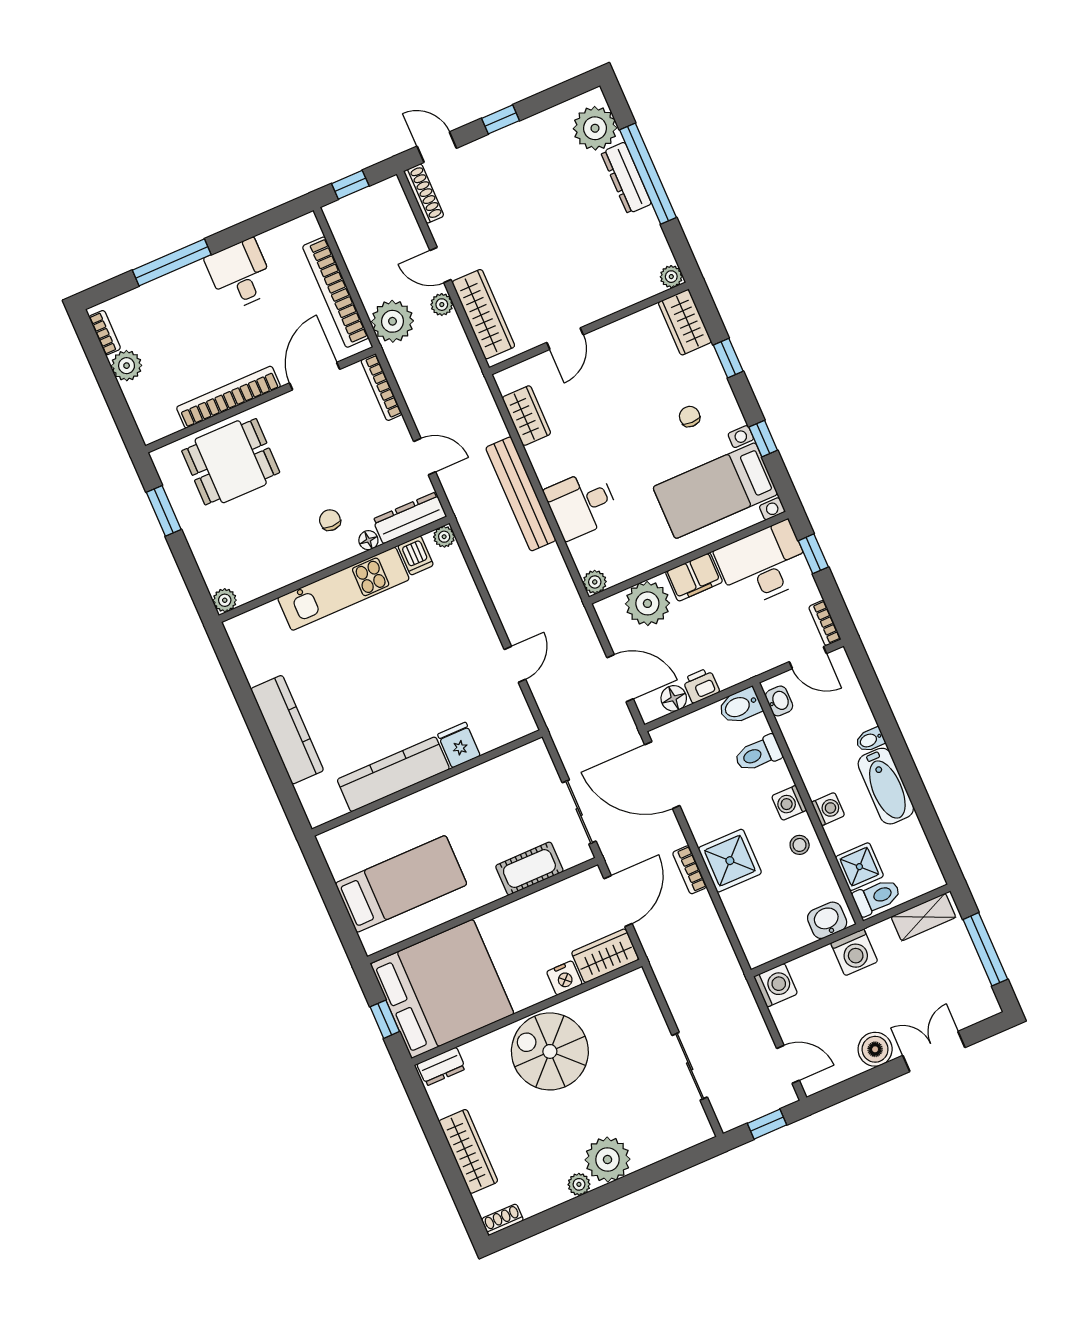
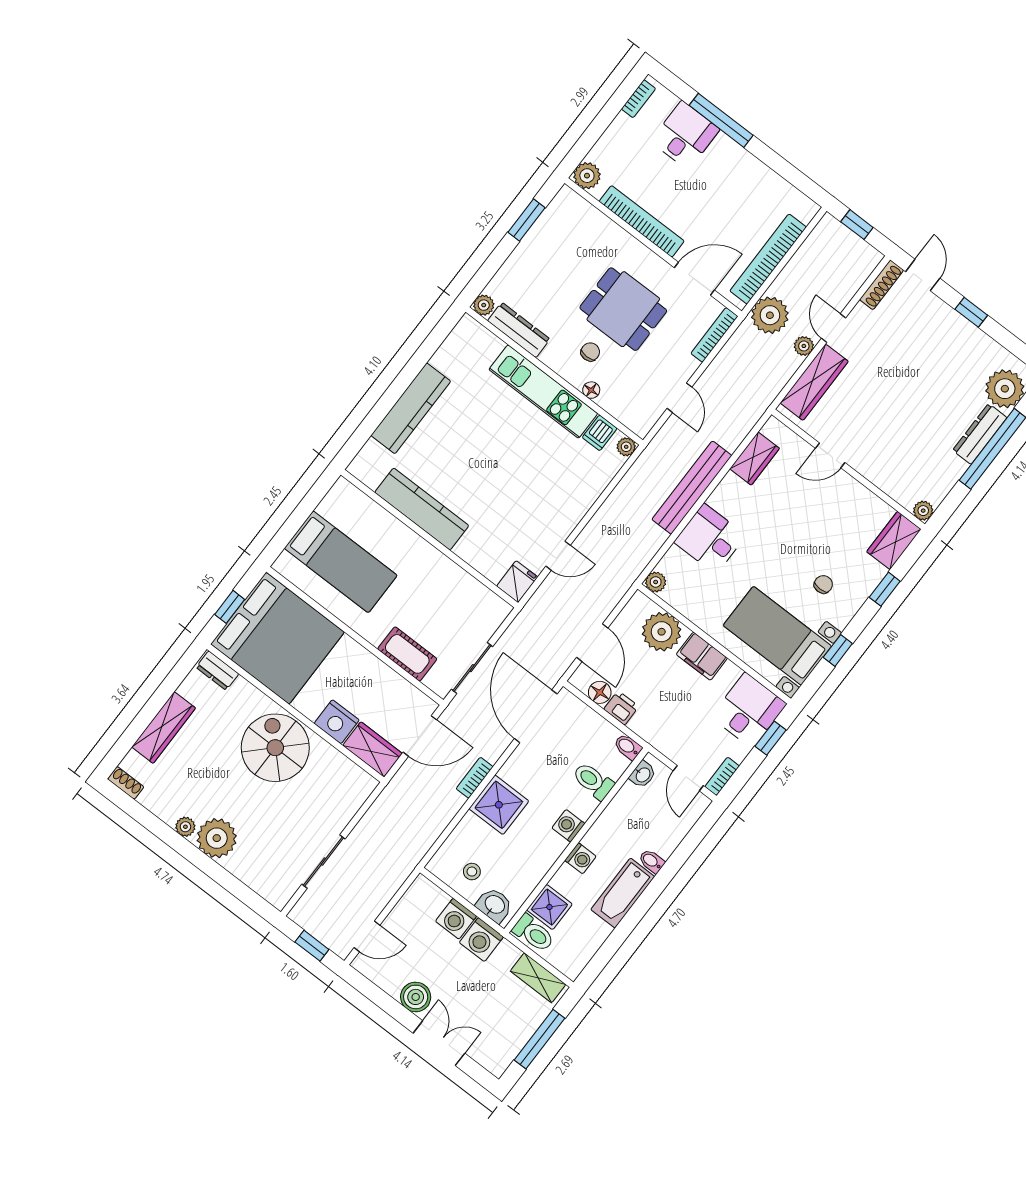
desk: (240, 275) -> (685, 135), moved
plant: (127, 366) -> (587, 176), moved
dining table: (231, 462) -> (623, 309), moved
dresser: (410, 518) -> (519, 330), moved
desk: (763, 565) -> (749, 710), width x0.73
bidet: (740, 706) -> (628, 747), width x0.72, depth x0.74
fridge: (459, 745) -> (517, 582), moved
stool: (800, 845) -> (472, 872), moved
nightstand: (564, 978) -> (337, 722), width x1.36, depth x1.33
washing machine: (776, 985) -> (456, 919), moved, turned 90
door: (788, 1064) -> (367, 936), hinge flipped

